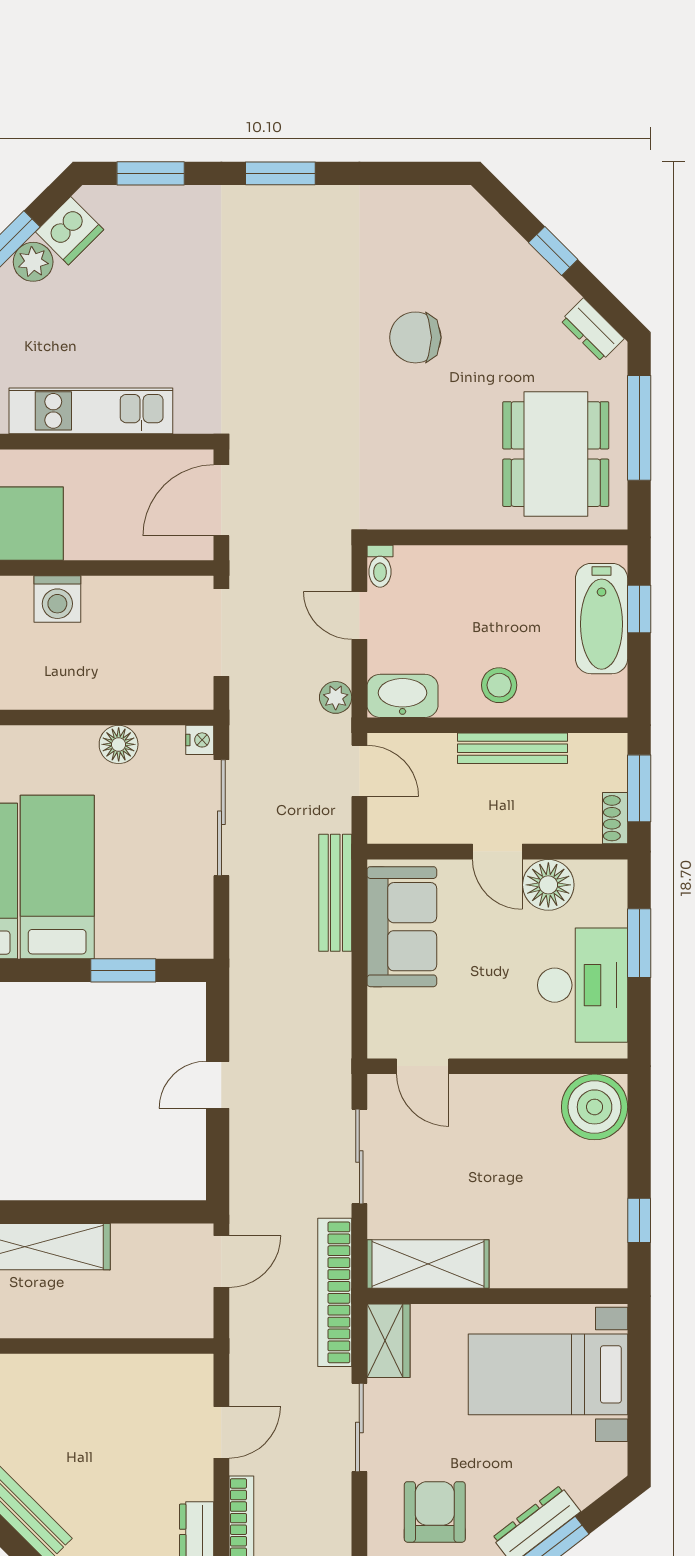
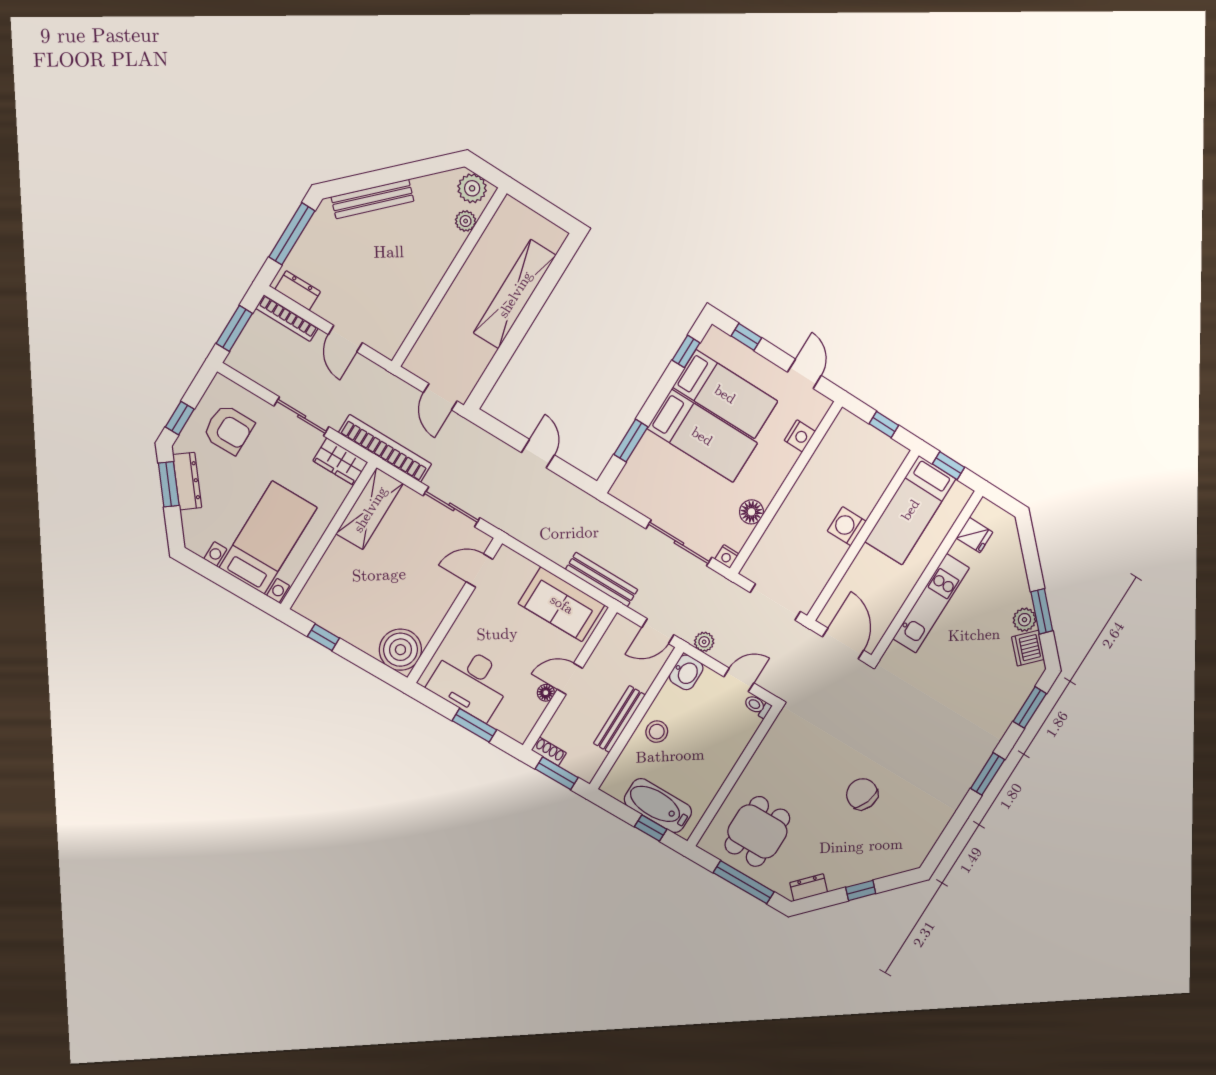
chair: (415, 337) -> (862, 794), turned -70
dining table: (556, 454) -> (757, 831), width x0.73
washbasin: (403, 696) -> (686, 672), width x0.72
floor lamp: (548, 885) -> (546, 693), width x0.53, depth x0.53

